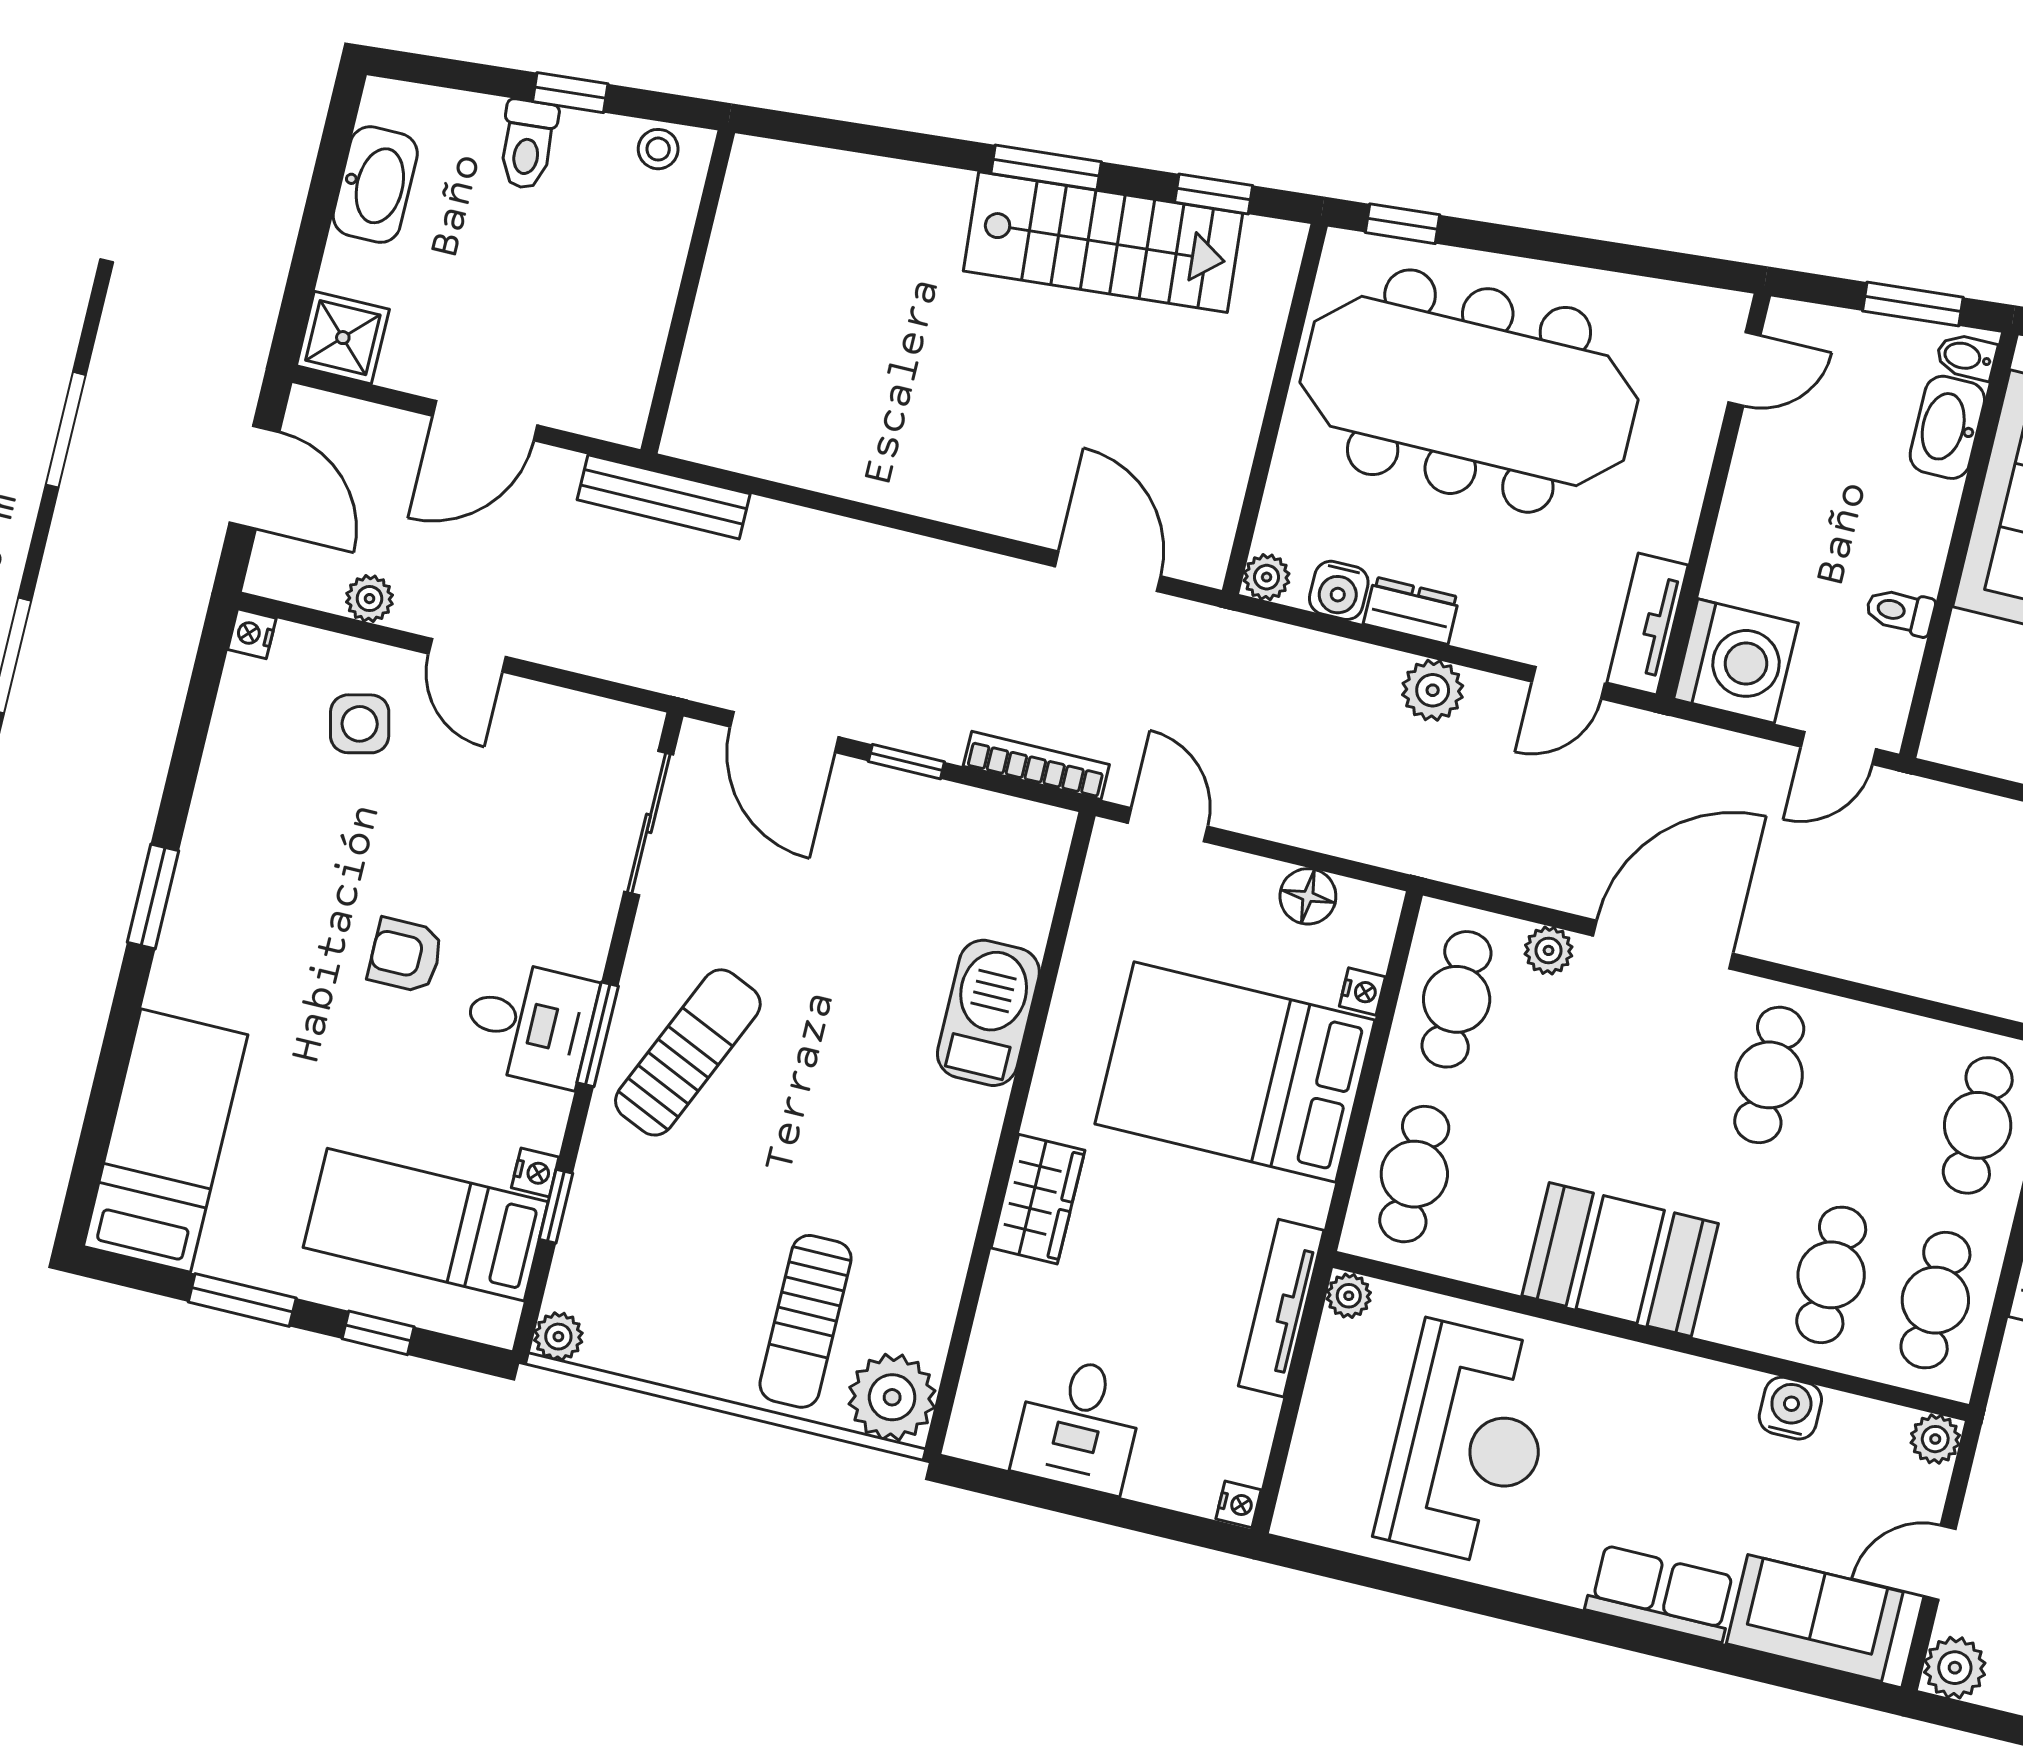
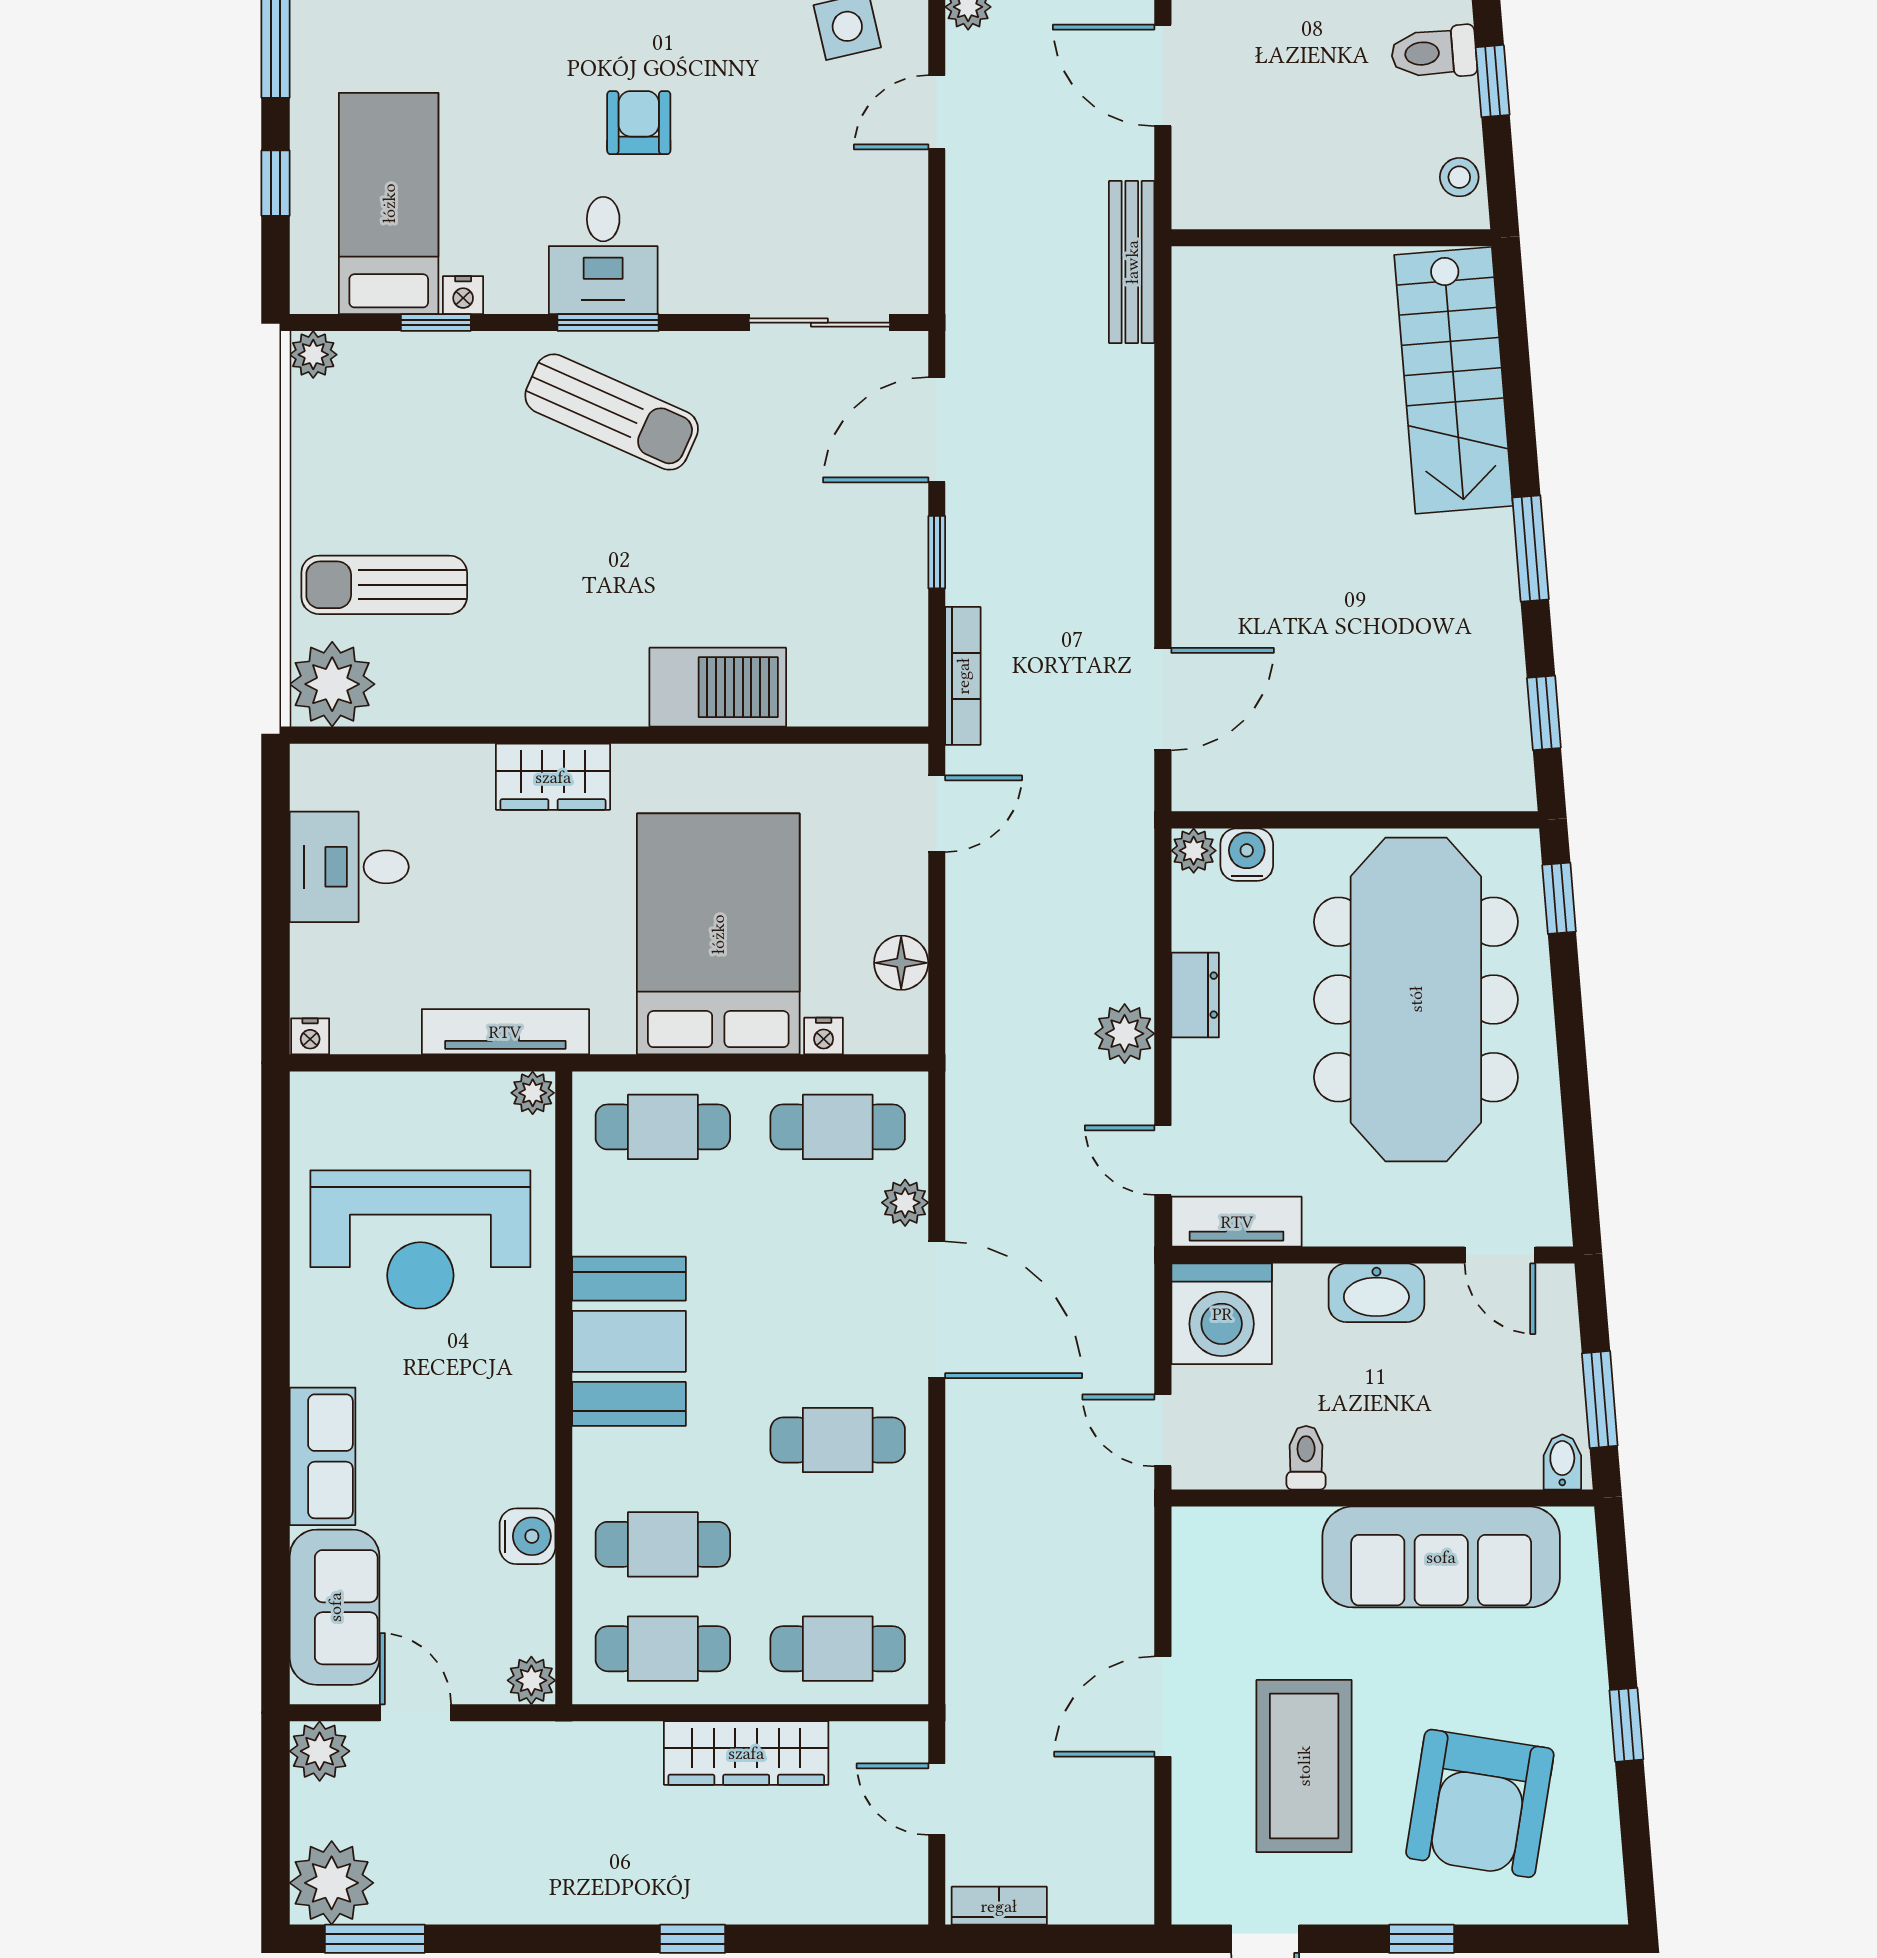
stairs: (1103, 242) -> (1454, 380), moved
washbasin: (1947, 427) -> (1376, 1293), moved, turned 180
water cooler: (1339, 590) -> (1247, 855), moved, turned 90

